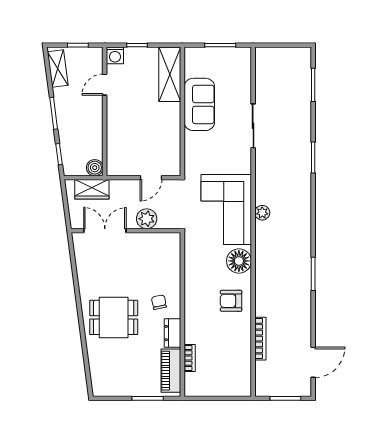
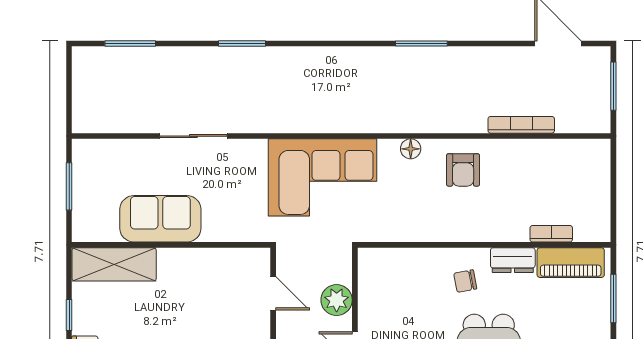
plant: (262, 213) -> (327, 122), removed
floor lamp: (239, 261) -> (411, 149), width x0.53, depth x0.53

